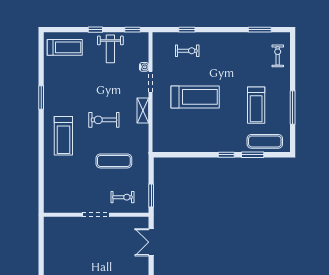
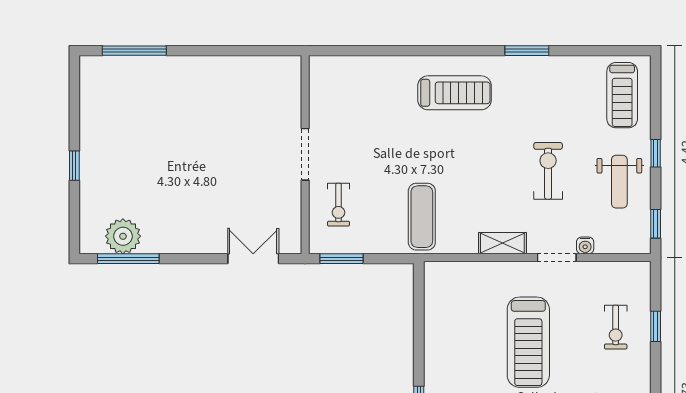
weight bench: (110, 49) -> (619, 182), turned -90
exercise bike: (104, 120) -> (548, 171), moved
treadmill: (63, 136) -> (455, 93), turned 180
exercise mat: (114, 161) -> (422, 217), moved

